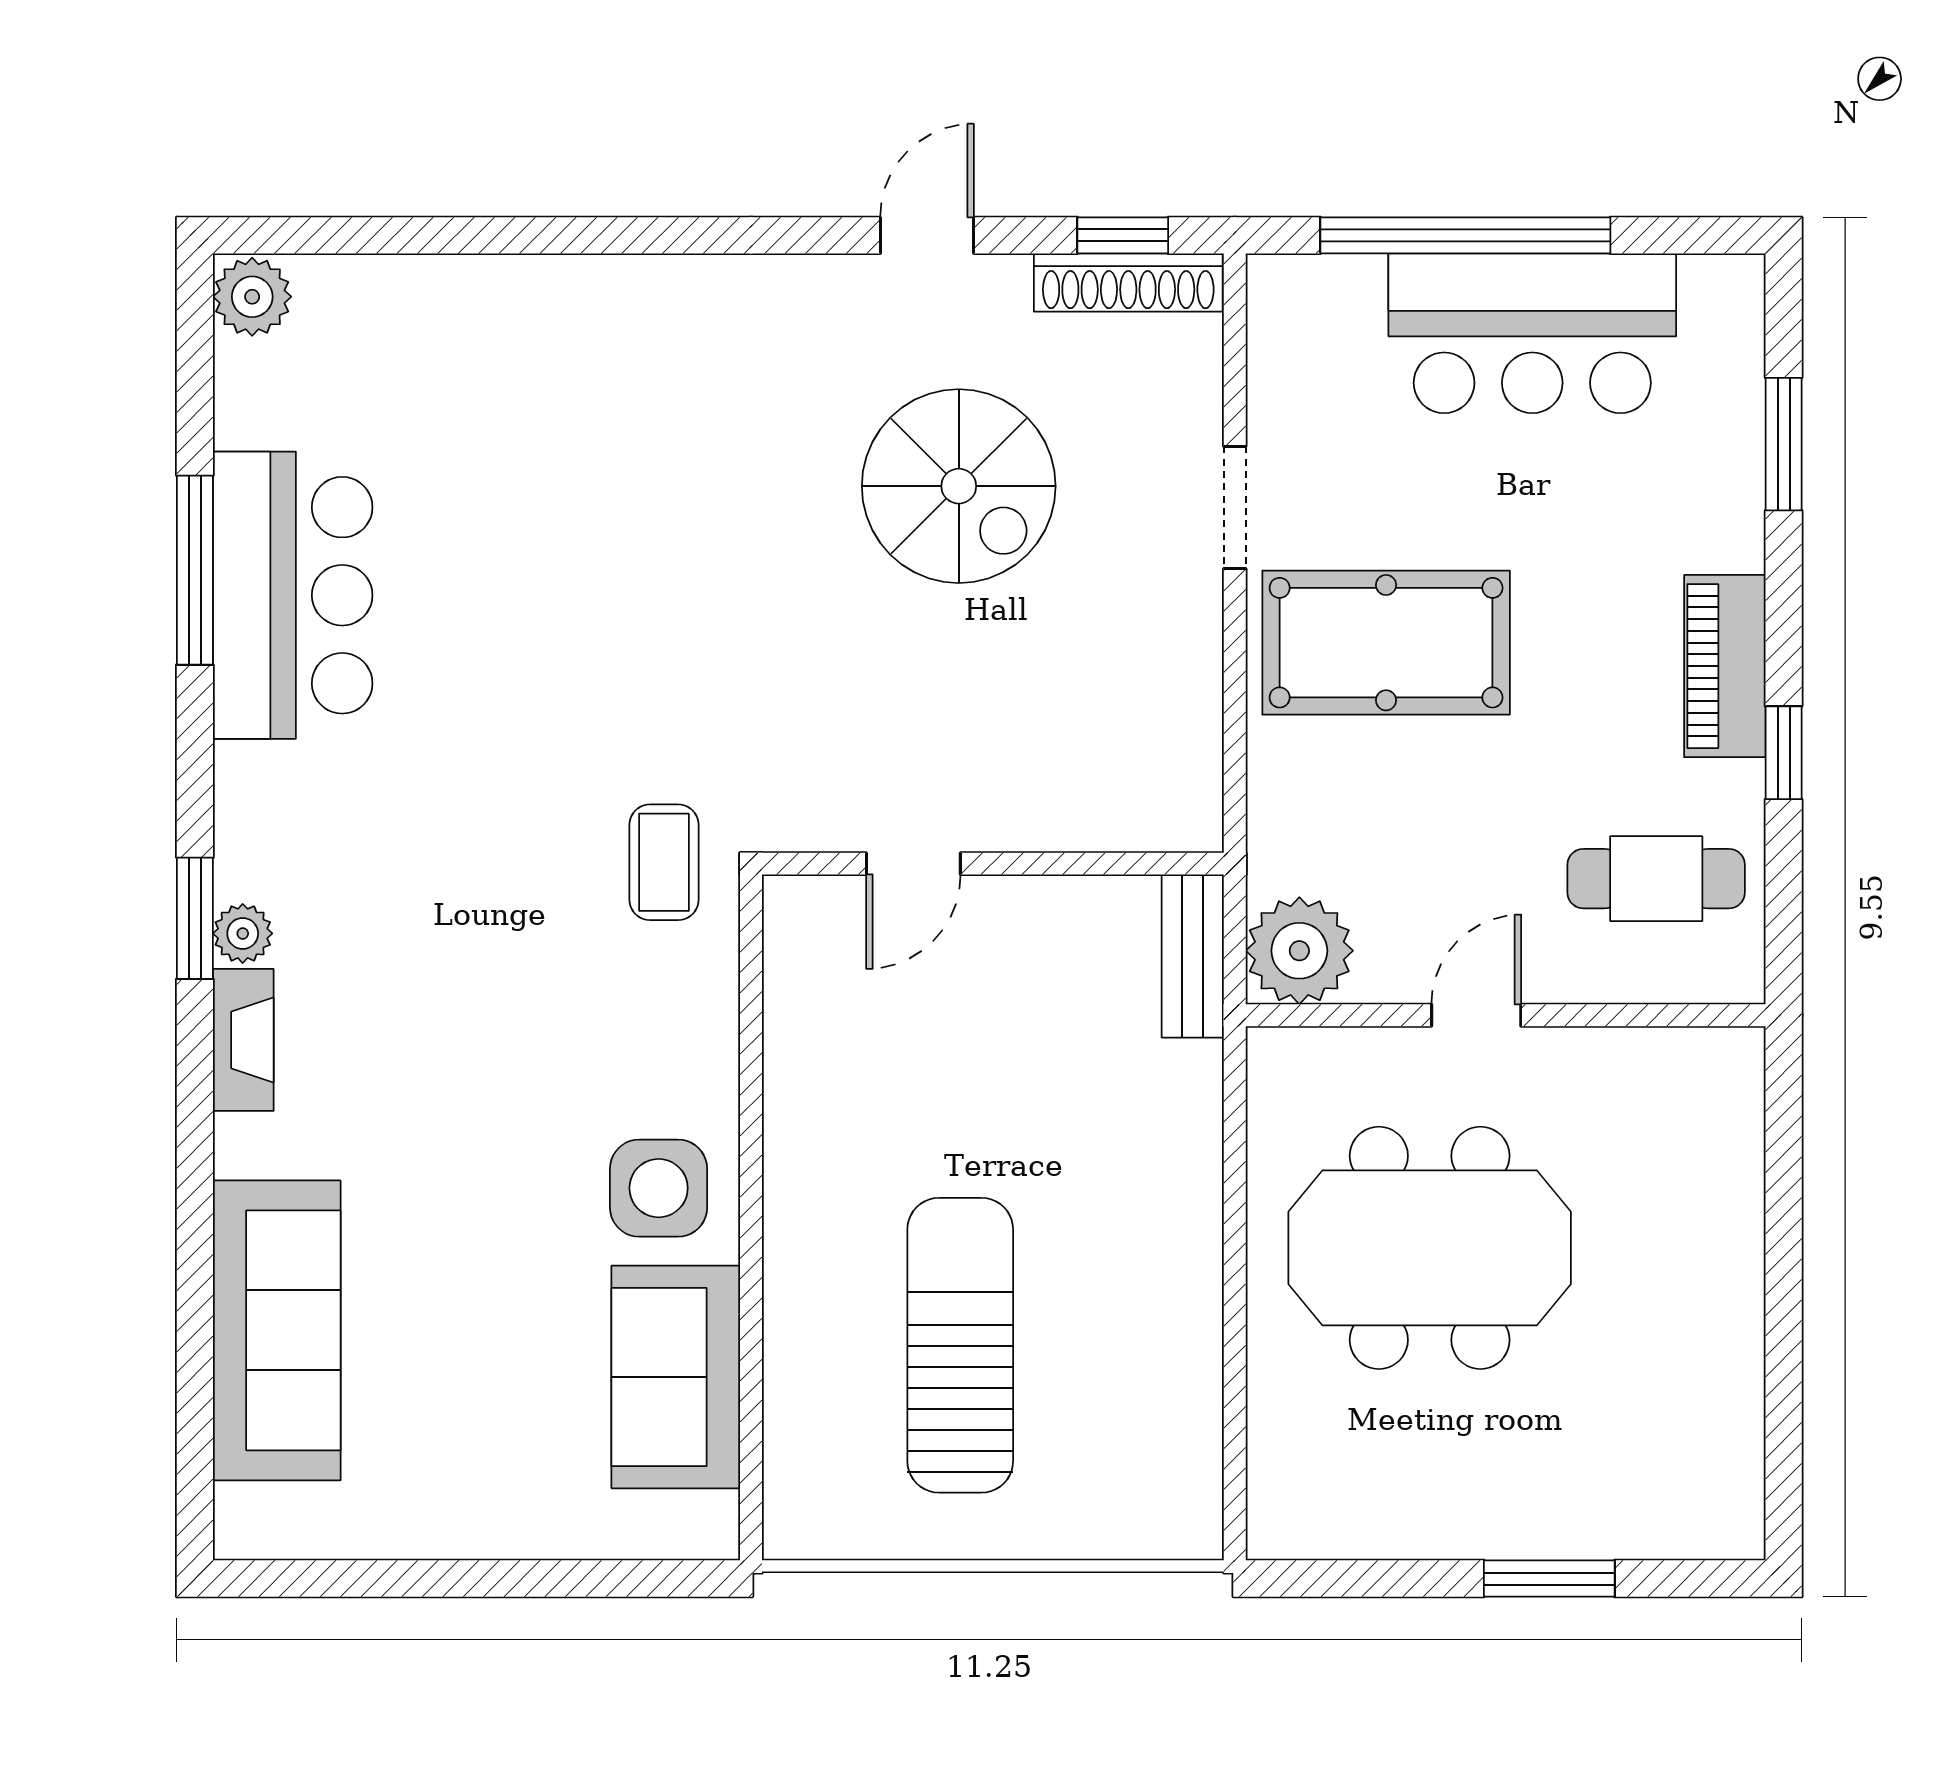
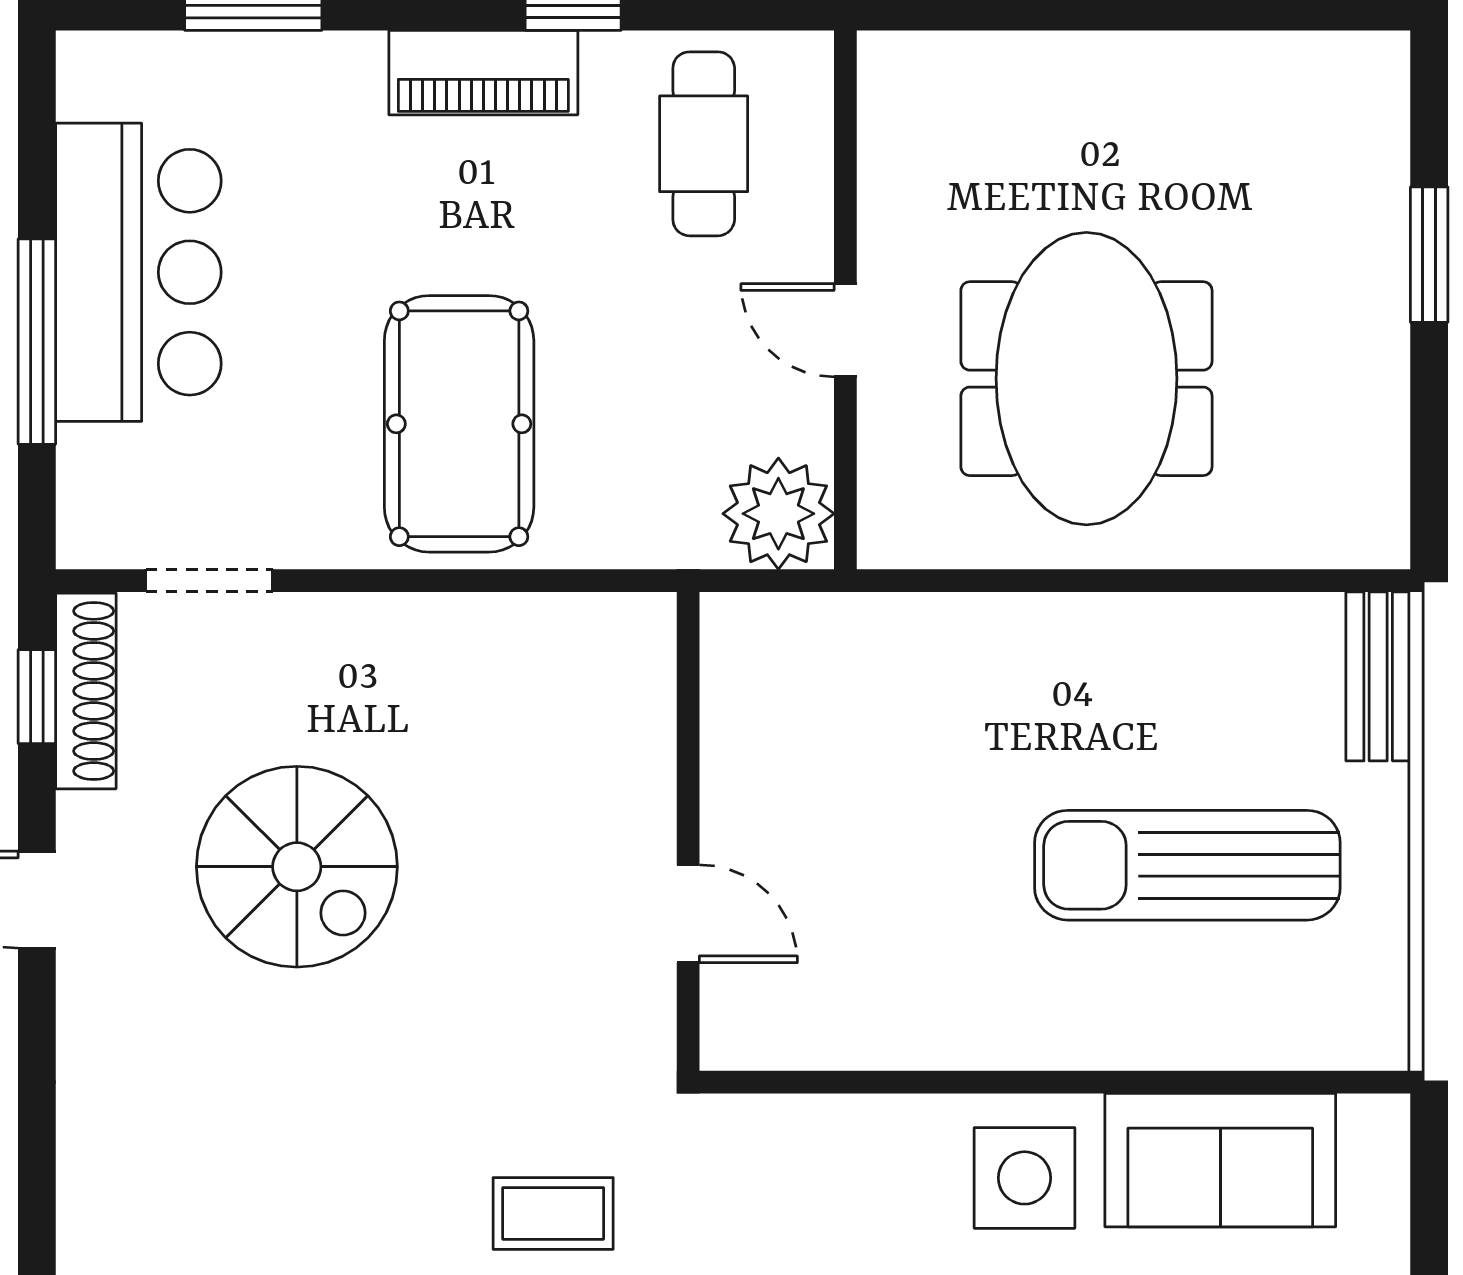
window: (1465, 235) -> (37, 342), width x0.68
spiral stairs: (959, 486) -> (297, 867), turned 90
doorway: (1235, 507) -> (209, 581), moved
coffee table: (664, 862) -> (553, 1213), moved
bench: (1193, 956) -> (1378, 676), moved, turned 90

